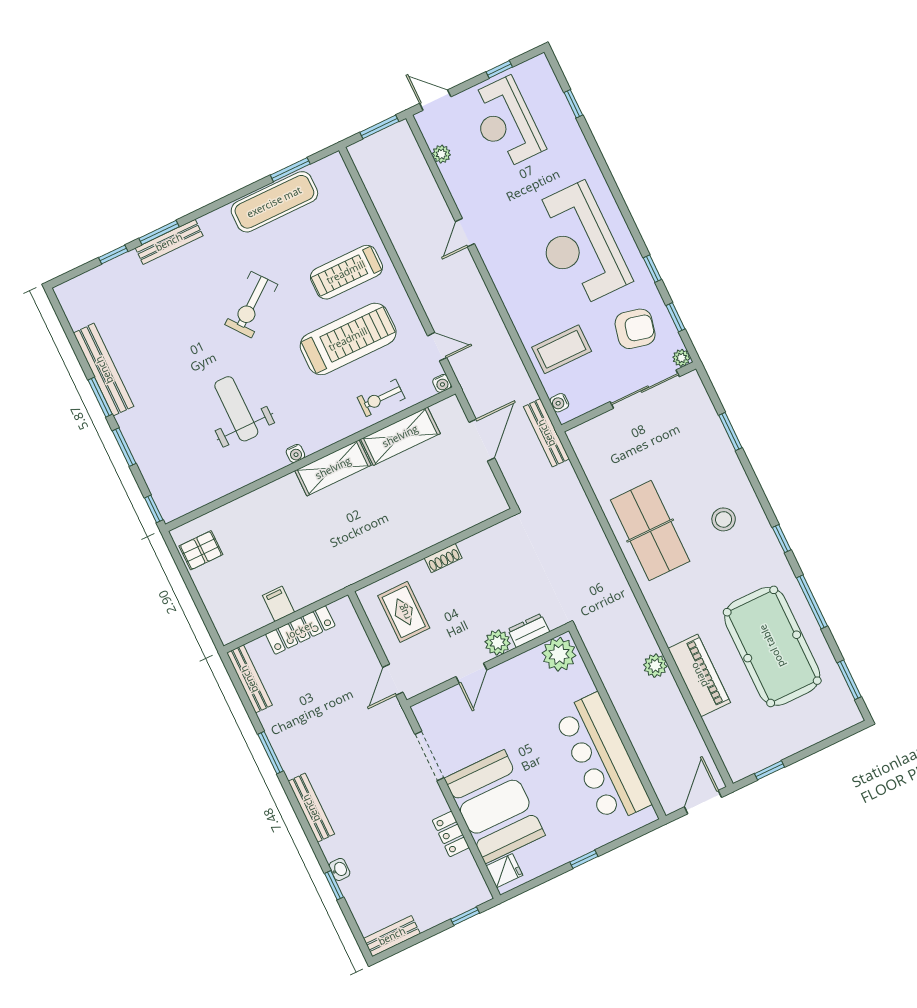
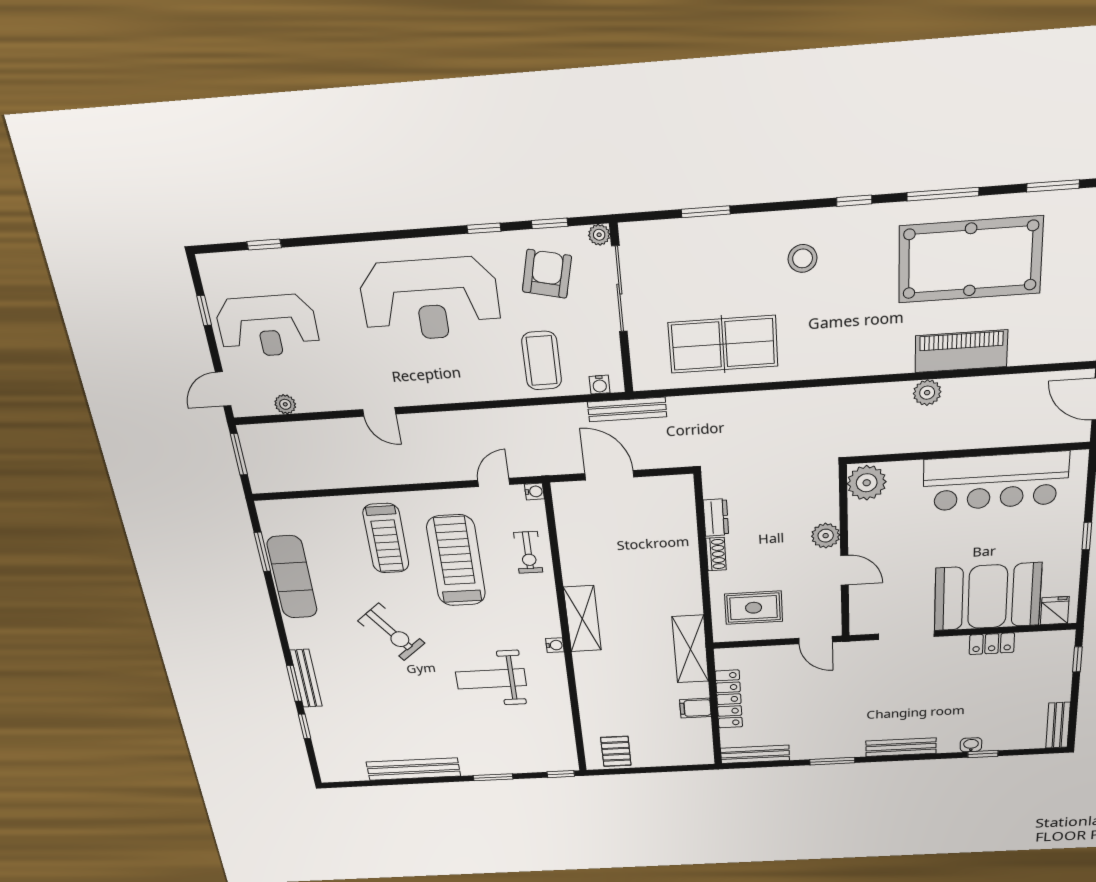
window: (100, 397) -> (439, 780), removed
shelving: (400, 436) -> (690, 649), moved
table tennis table: (650, 531) -> (723, 344), moved
dresser: (529, 630) -> (716, 518), moved, turned 180

